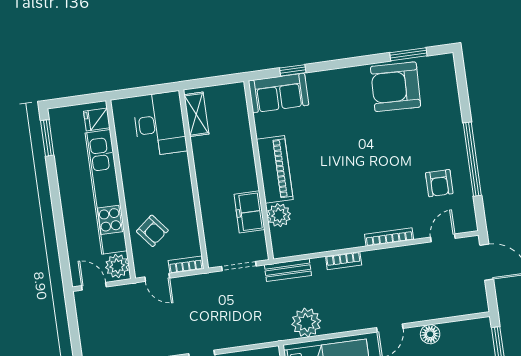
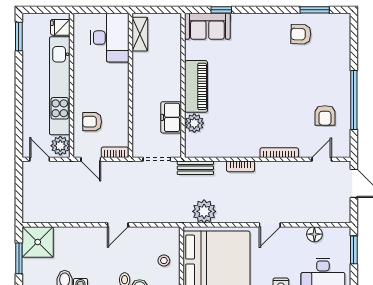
armchair: (396, 87) -> (301, 34), width x0.53, depth x0.53
armchair: (152, 231) -> (92, 122), turned 129
floor lamp: (430, 334) -> (314, 234), moved

